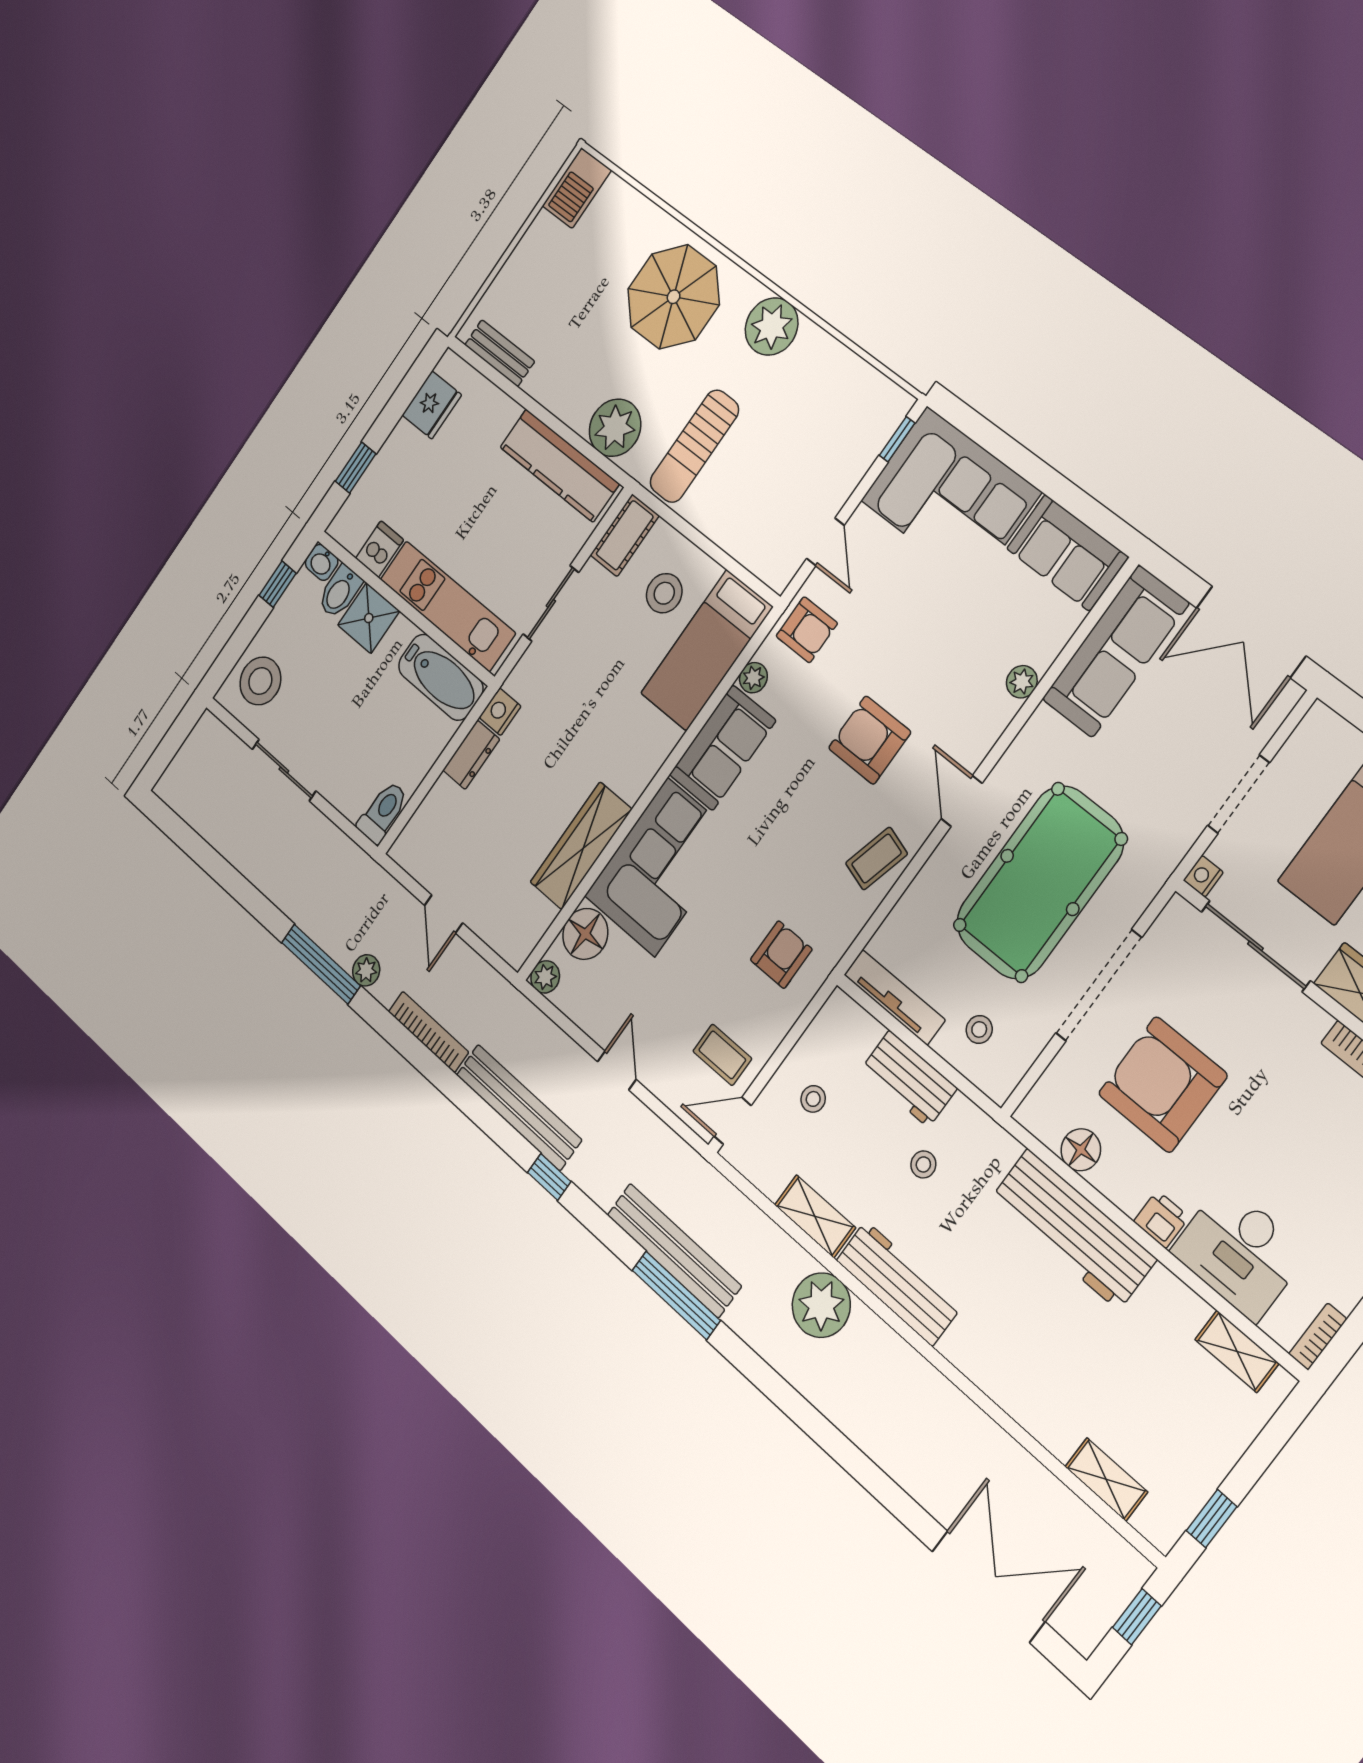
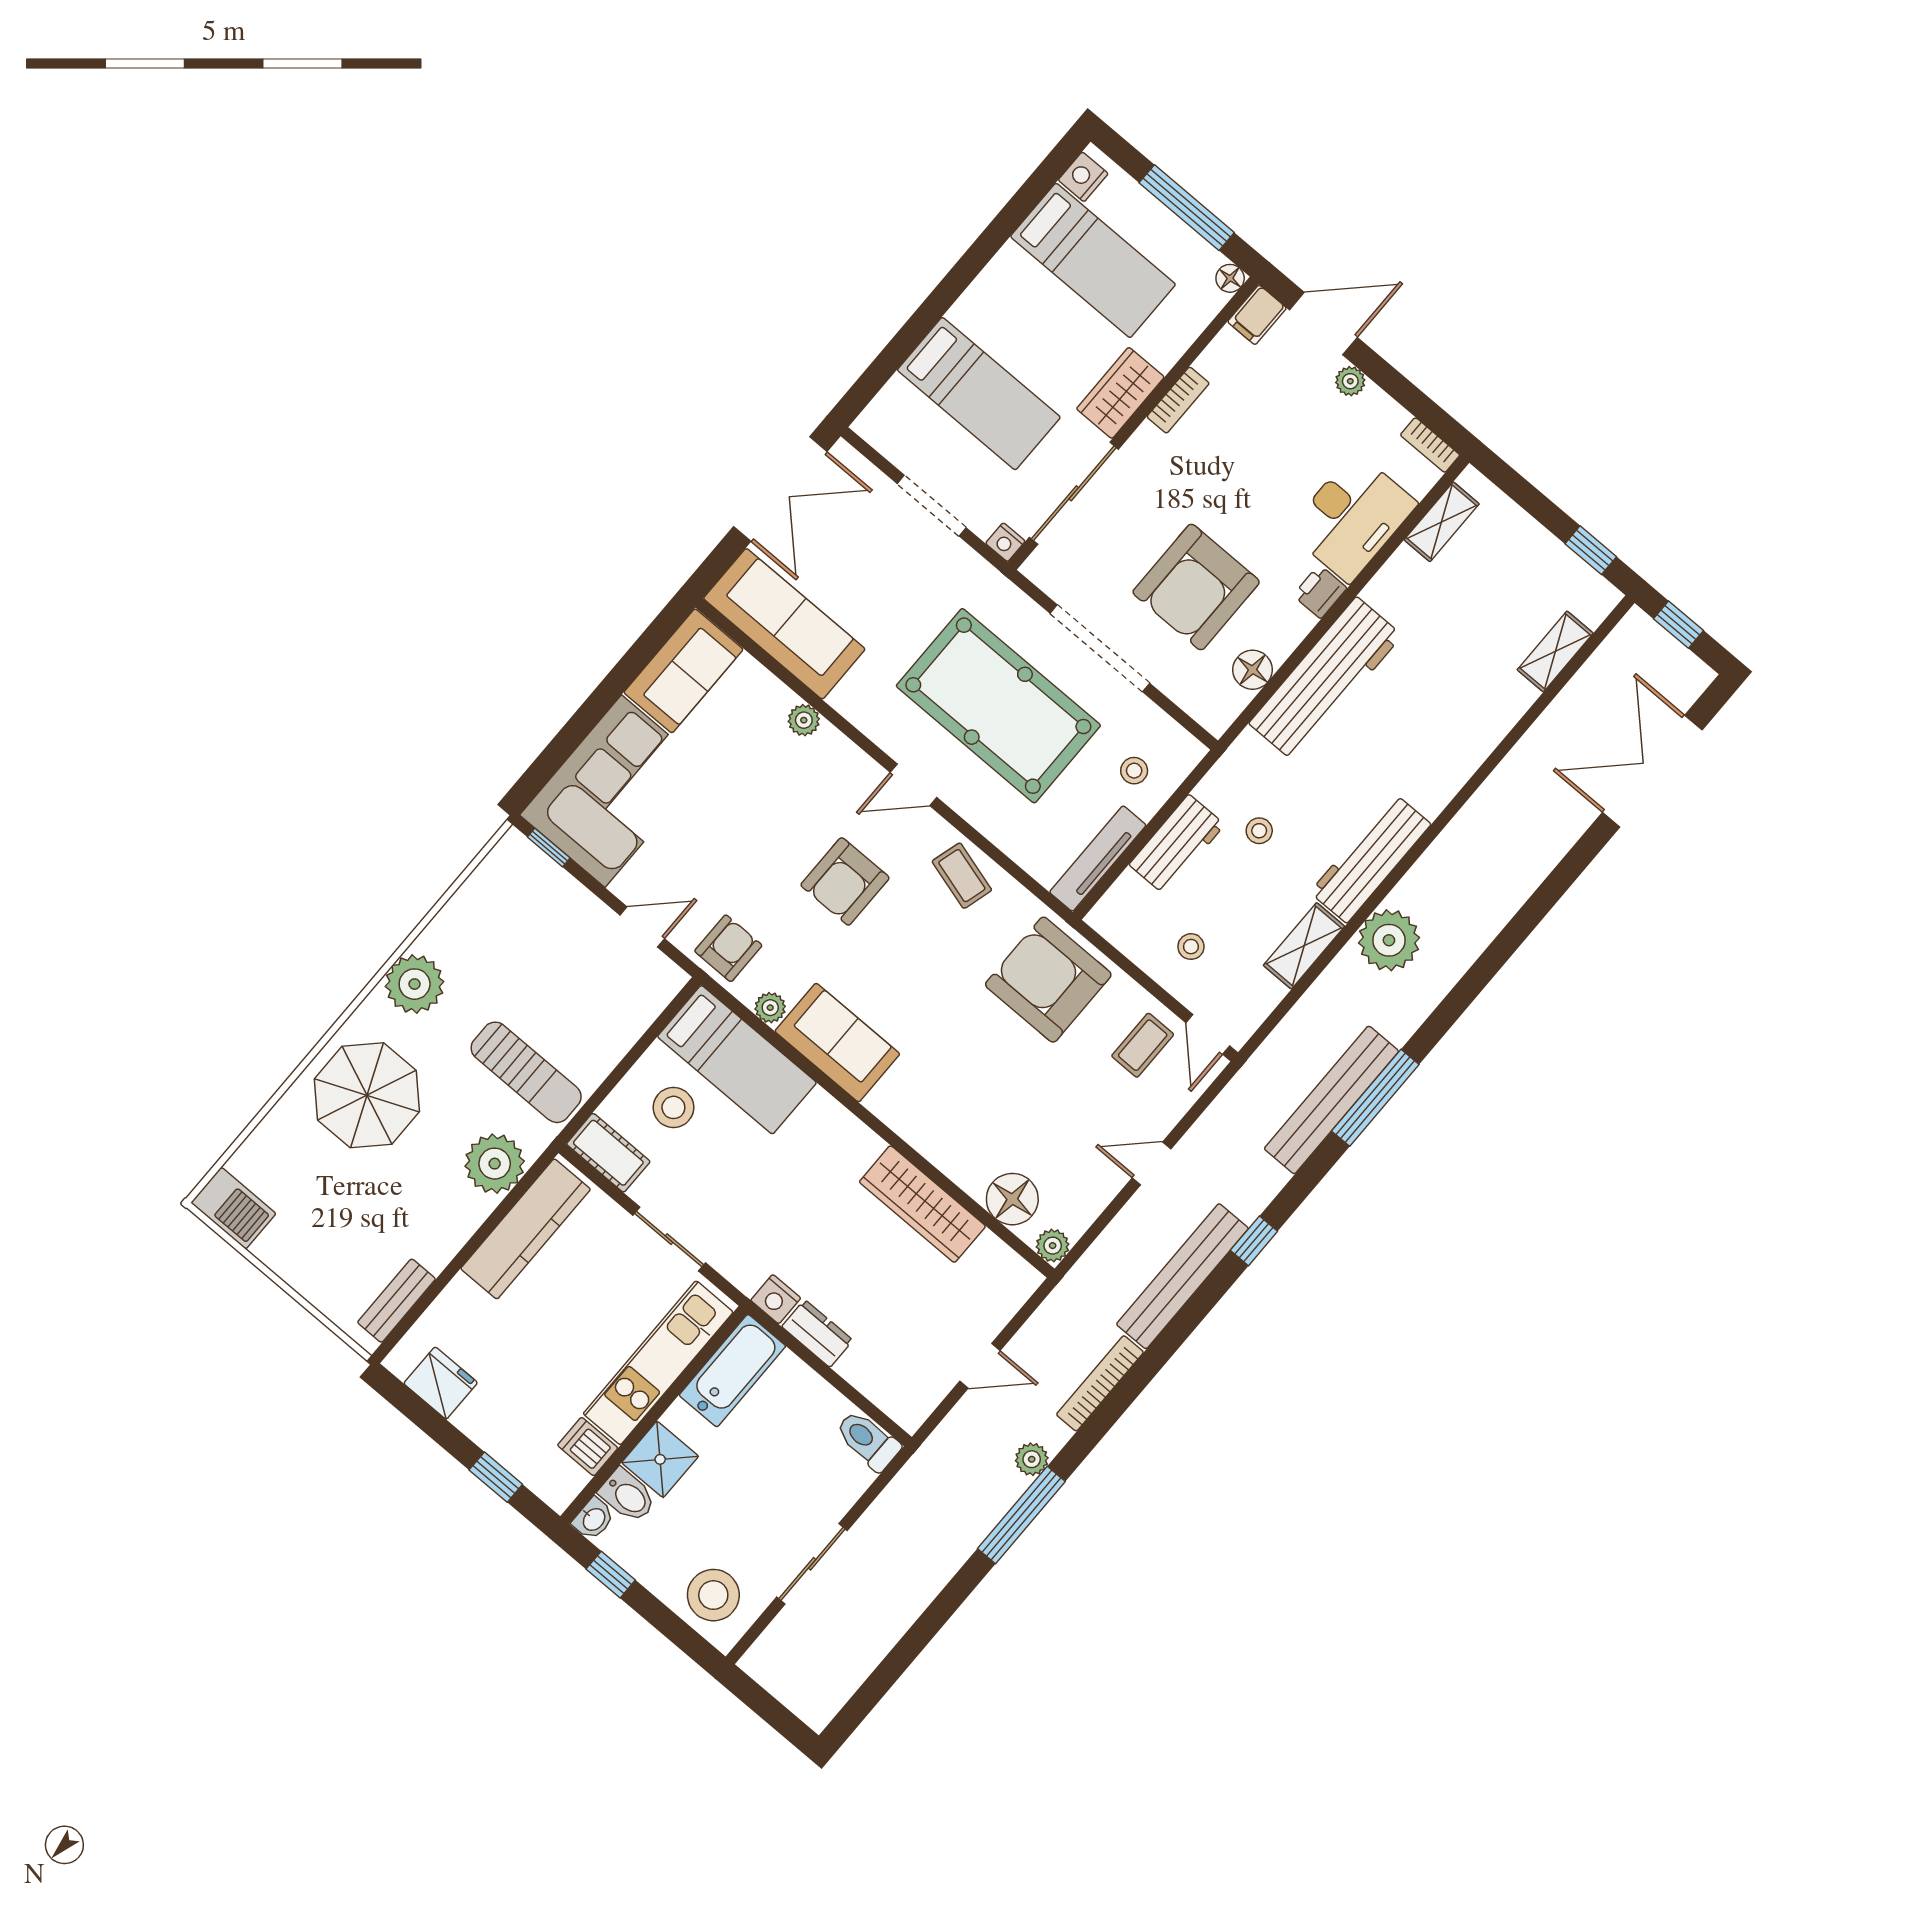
corner sofa: (661, 867) -> (951, 1112), removed
armchair: (781, 955) -> (1048, 980), width x1.88, depth x1.88

